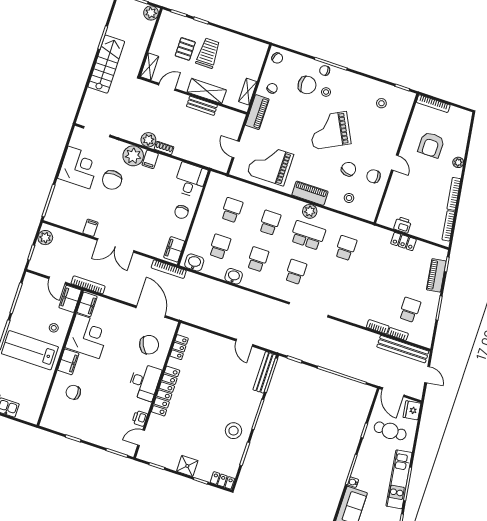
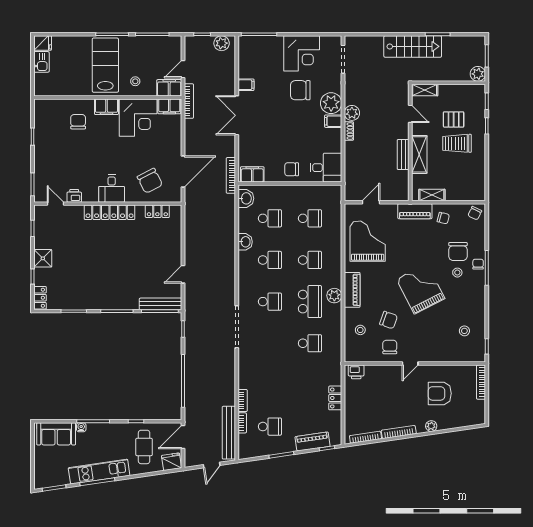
trolley: (208, 53) -> (457, 143), turned 180
printer: (403, 225) -> (356, 372), moved, turned 90
desk: (144, 382) -> (112, 188), width x0.73
stool: (234, 431) -> (93, 292), removed

